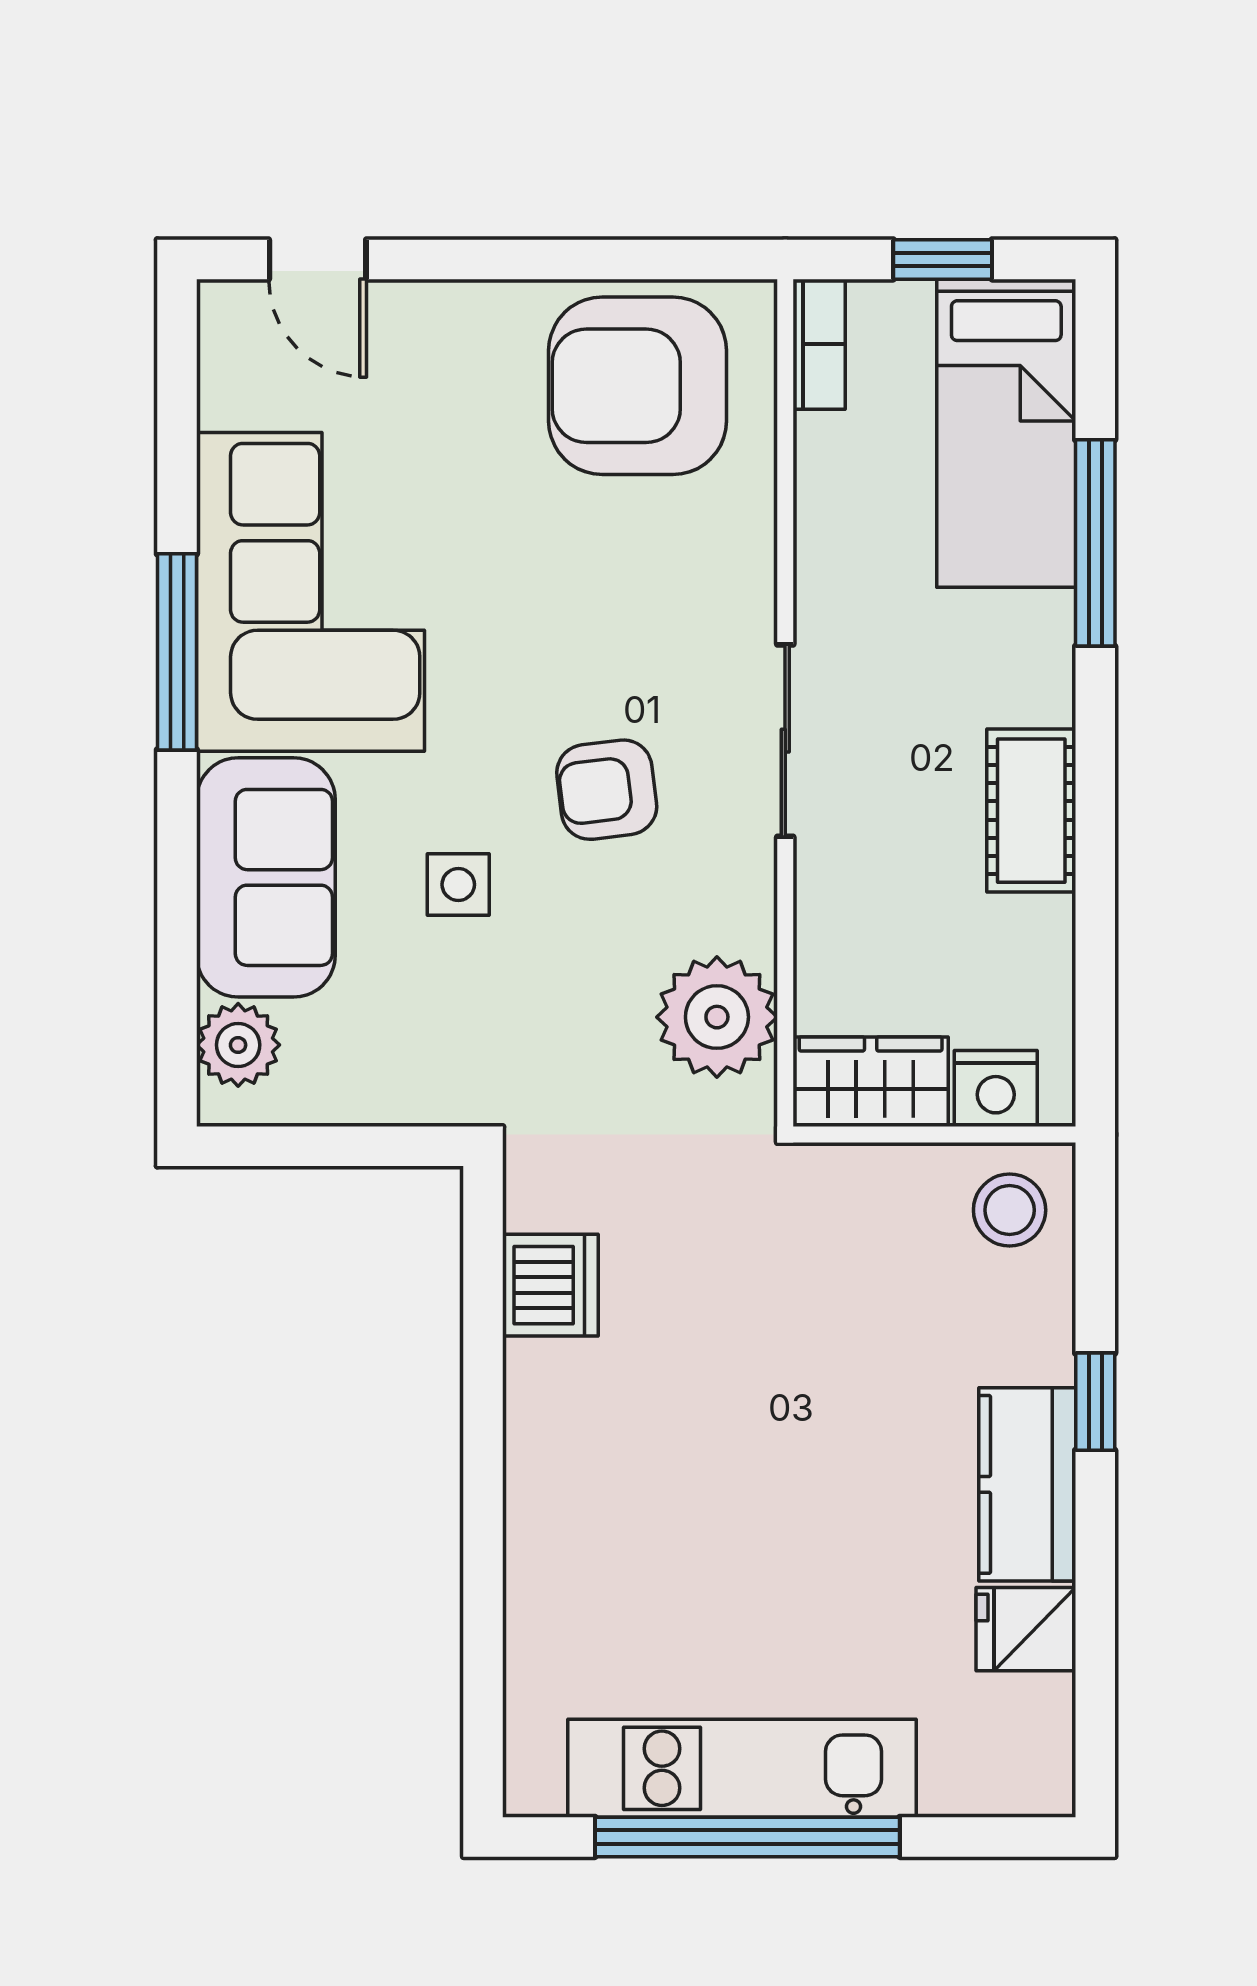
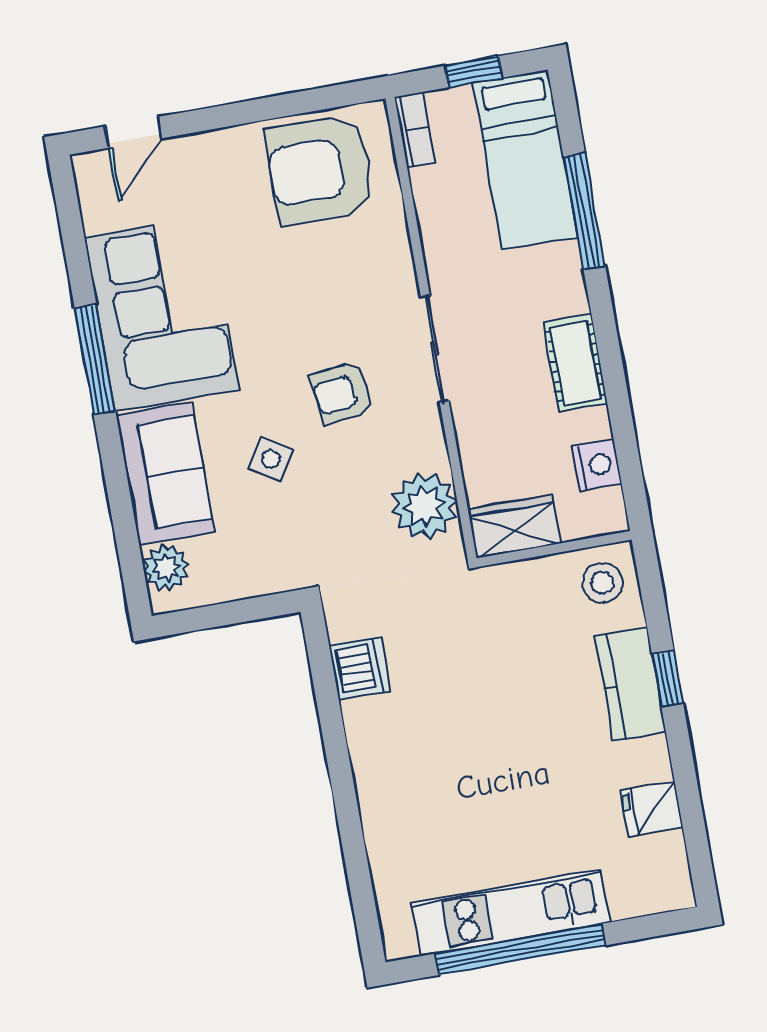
door: (318, 259) -> (133, 132), hinge flipped
side table: (458, 885) -> (271, 459), turned 31
nightstand: (996, 1089) -> (597, 465), moved, turned -90
kitchen counter: (1027, 1484) -> (630, 684), moved

